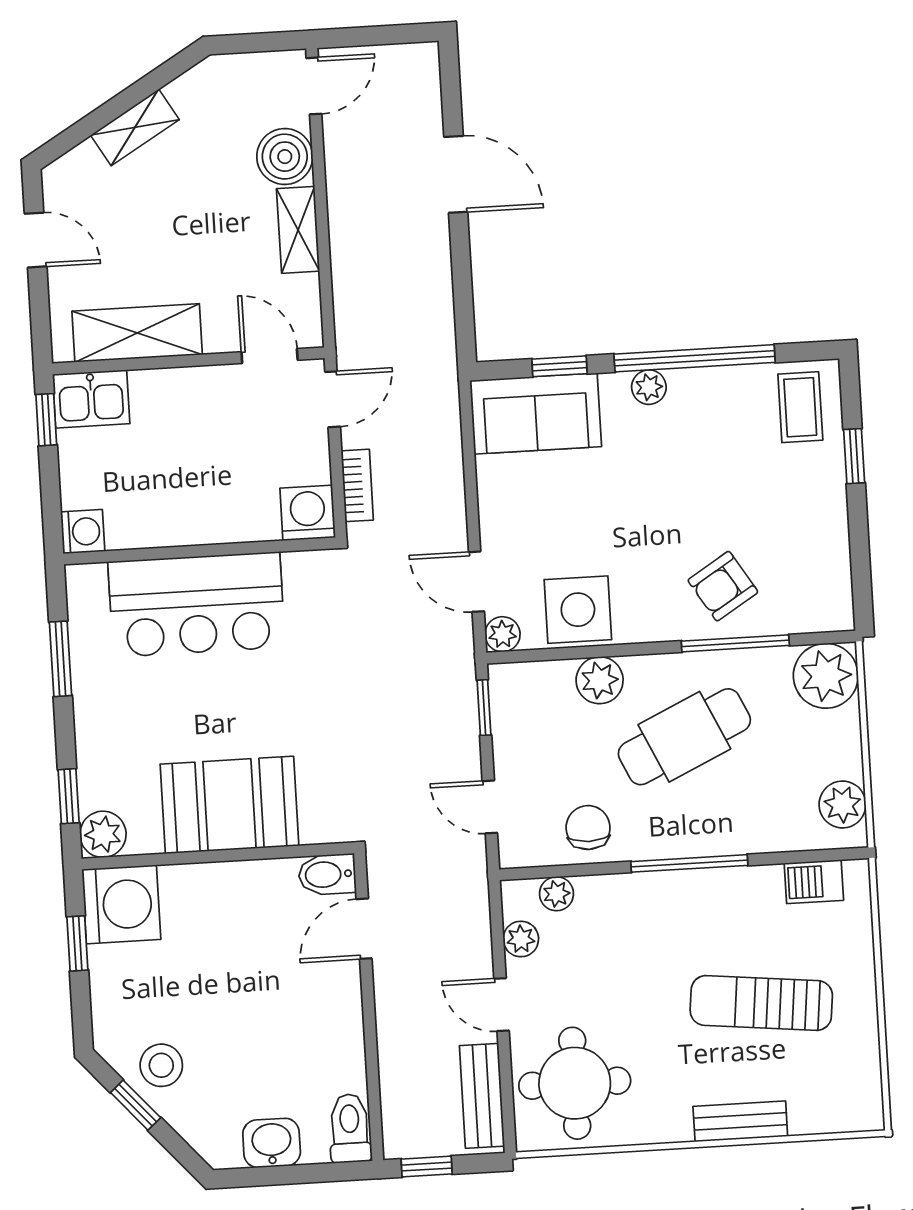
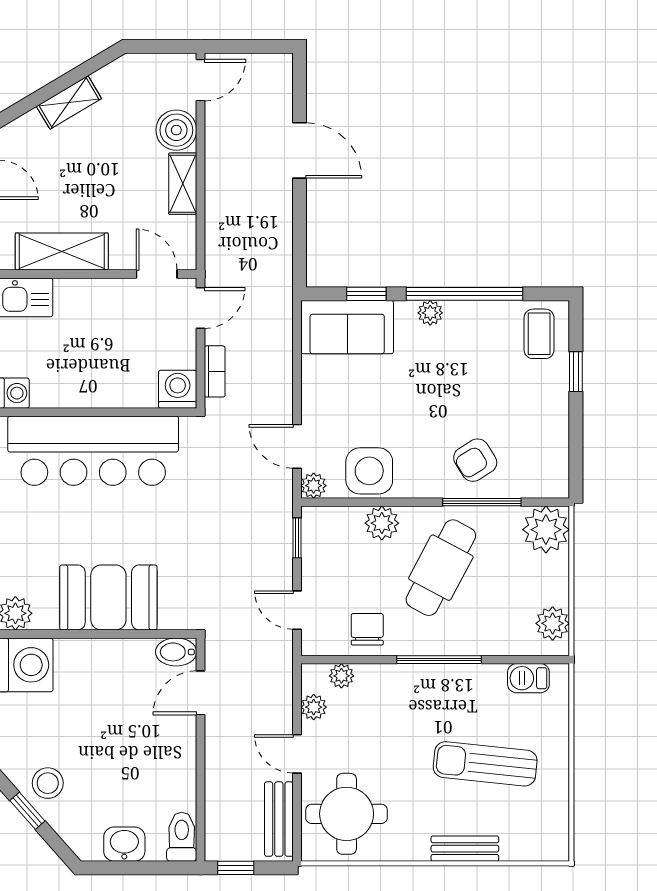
bar counter: (197, 604) -> (93, 451), width x1.36
cafe table: (684, 737) -> (441, 568), turned -37

